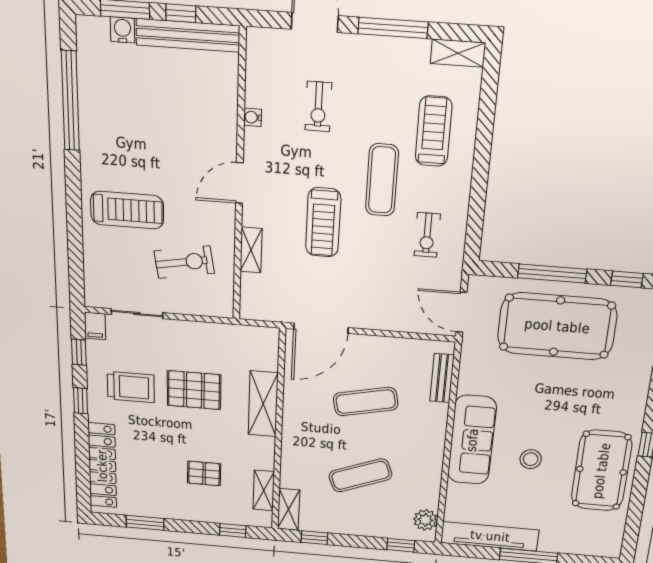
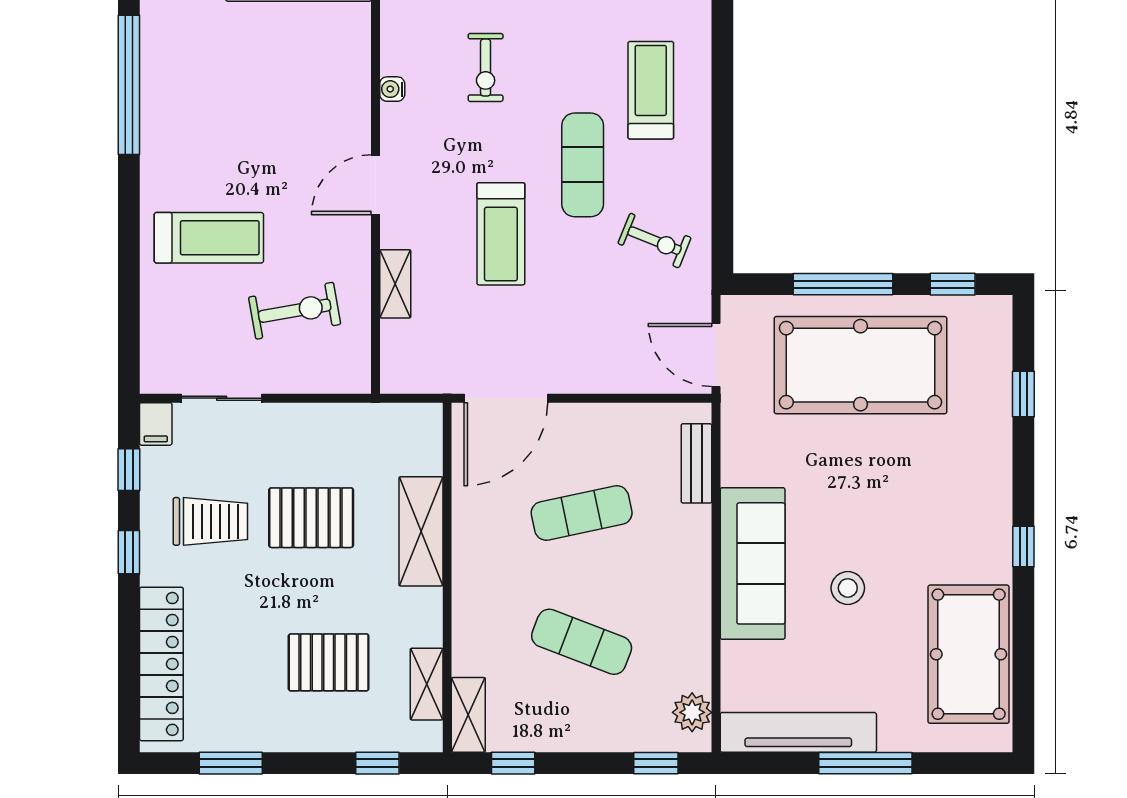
exercise bike: (427, 235) -> (655, 241), turned -68
pool table: (601, 471) -> (969, 654), moved
pallet: (204, 473) -> (329, 662), width x1.50, depth x1.42
exercise mat: (360, 475) -> (582, 642), turned 42

